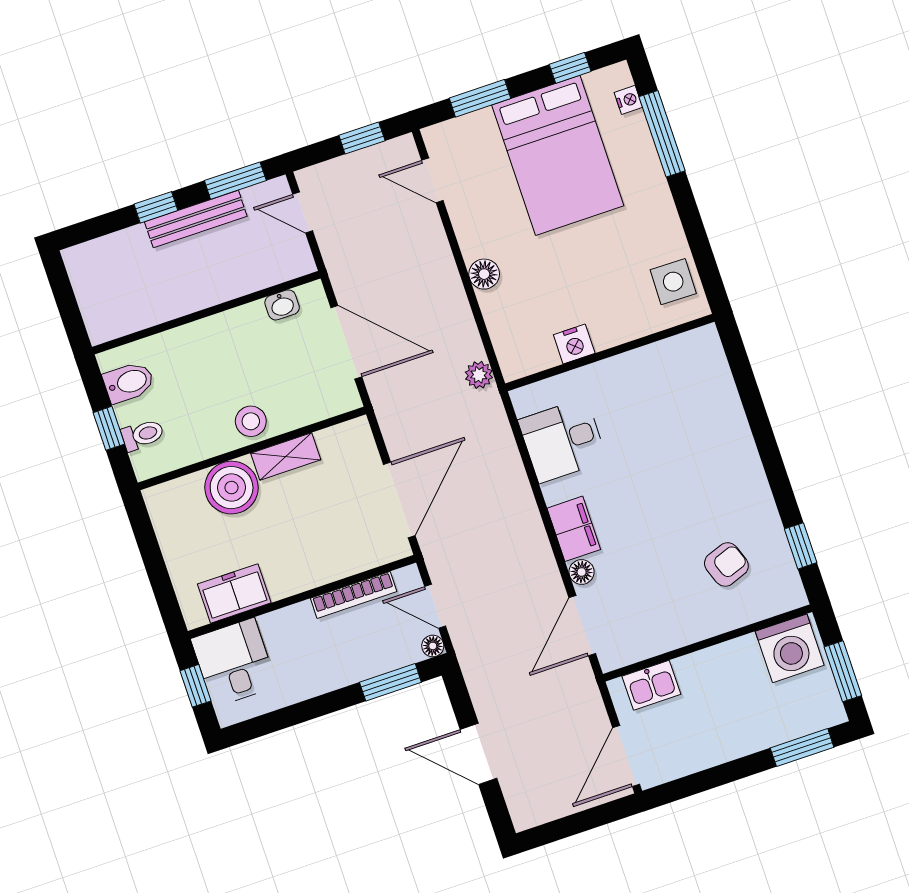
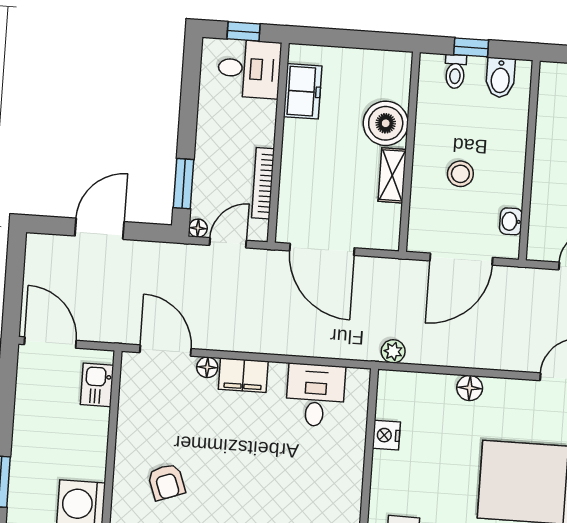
stool: (251, 421) -> (460, 174), moved

